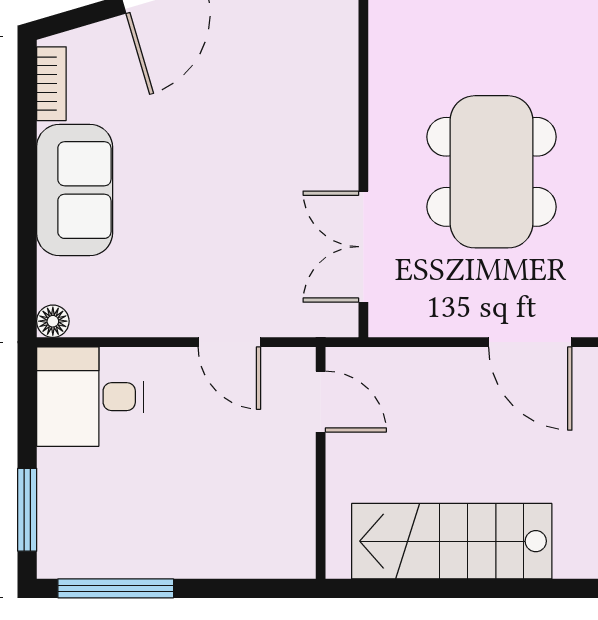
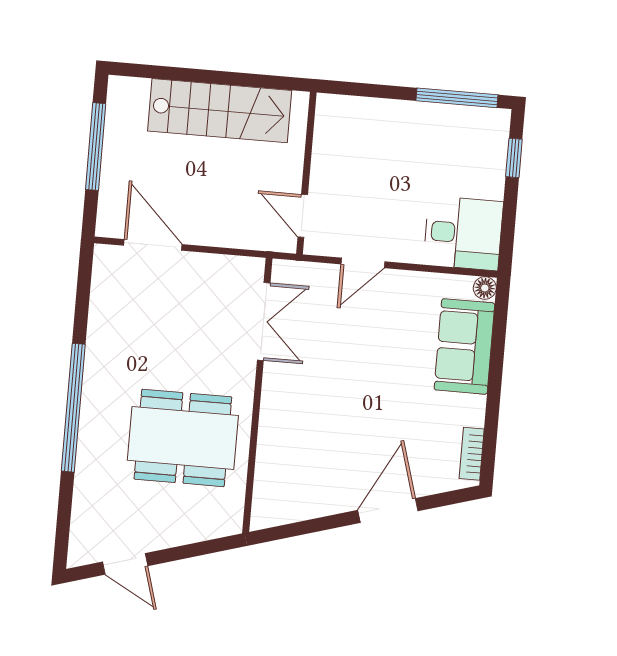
dining table: (492, 172) -> (183, 438), moved, turned 90
sofa: (75, 190) -> (464, 346), moved
door: (229, 342) -> (363, 263), swing flipped
window: (27, 510) -> (514, 158), width x0.67

